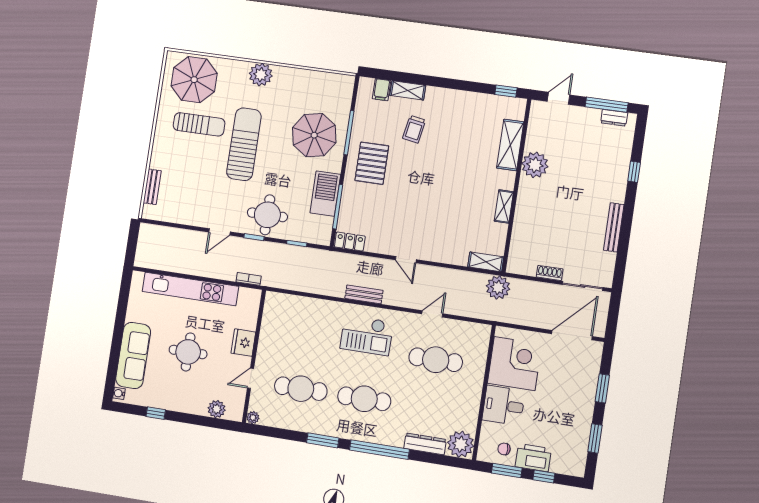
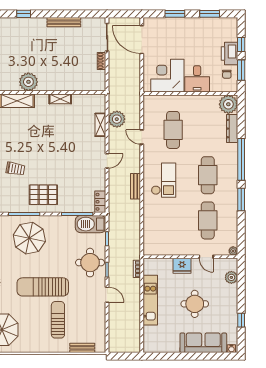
sun lounger: (199, 124) -> (58, 320), moved
barbecue: (325, 194) -> (91, 224), moved
shelving: (486, 262) -> (100, 125), moved
plant: (498, 287) -> (117, 119), moved
kitchen unit: (190, 289) -> (150, 300), width x0.73

